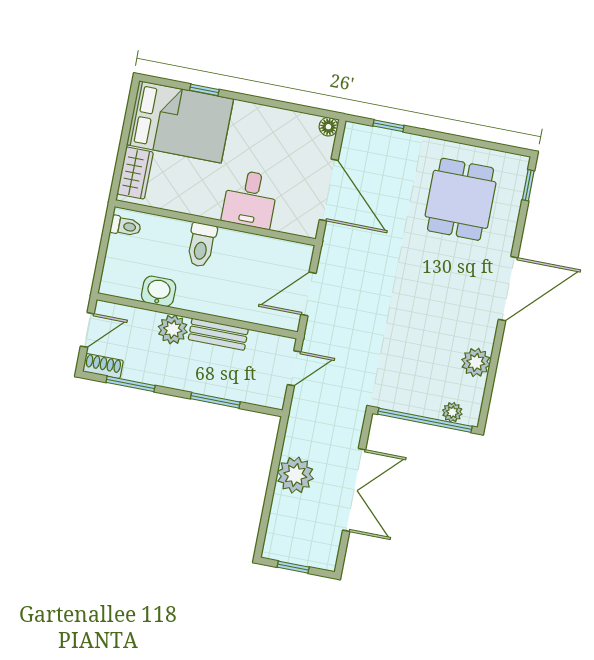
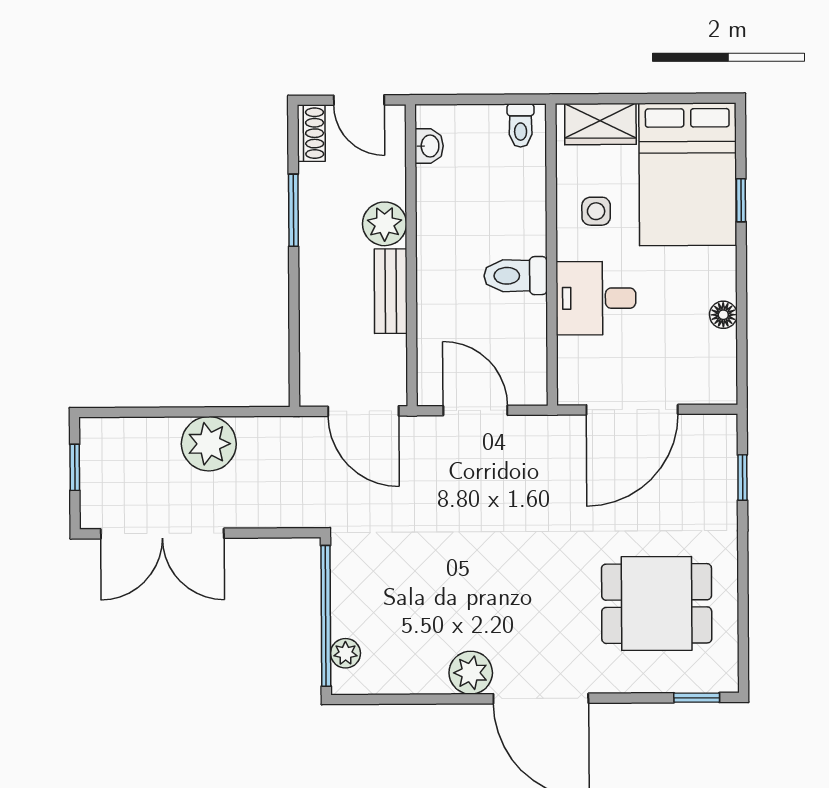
floor lamp: (328, 127) -> (723, 315), moved
side table: (192, 187) -> (596, 211), added
toilet: (201, 245) -> (516, 276), moved
washbasin: (159, 291) -> (429, 146), moved, width x0.72, depth x0.69
plant: (476, 362) -> (471, 673), moved
door: (294, 368) -> (363, 411), width x1.38
window: (131, 384) -> (293, 210), moved
window: (215, 400) -> (294, 306), removed
double door: (354, 490) -> (162, 534), moved

